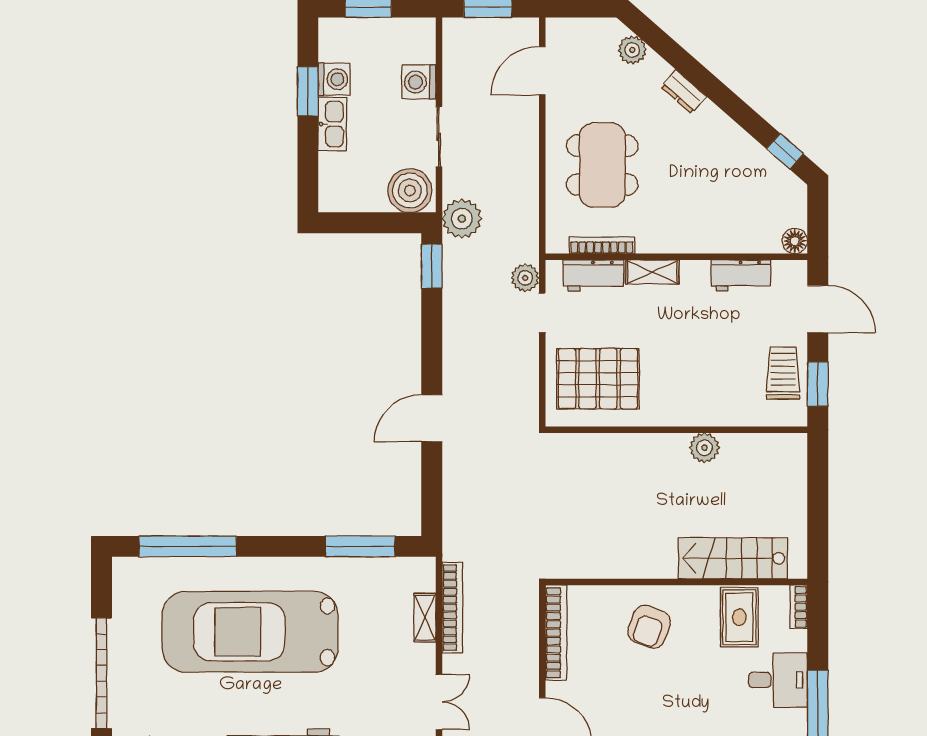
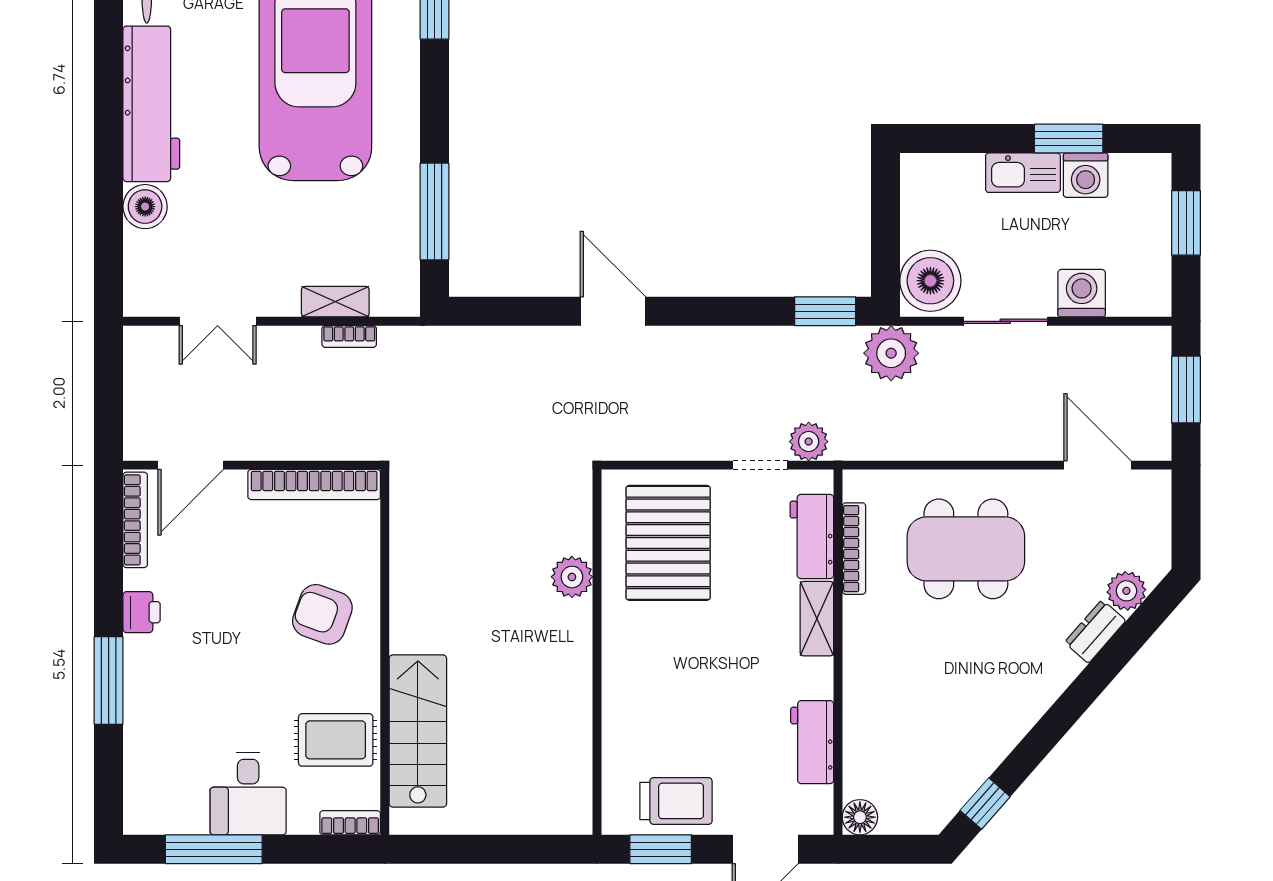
dresser: (684, 92) -> (1095, 632), moved
plant: (704, 448) -> (572, 577), moved
bookcase: (452, 607) -> (349, 337), width x0.43, depth x0.76

